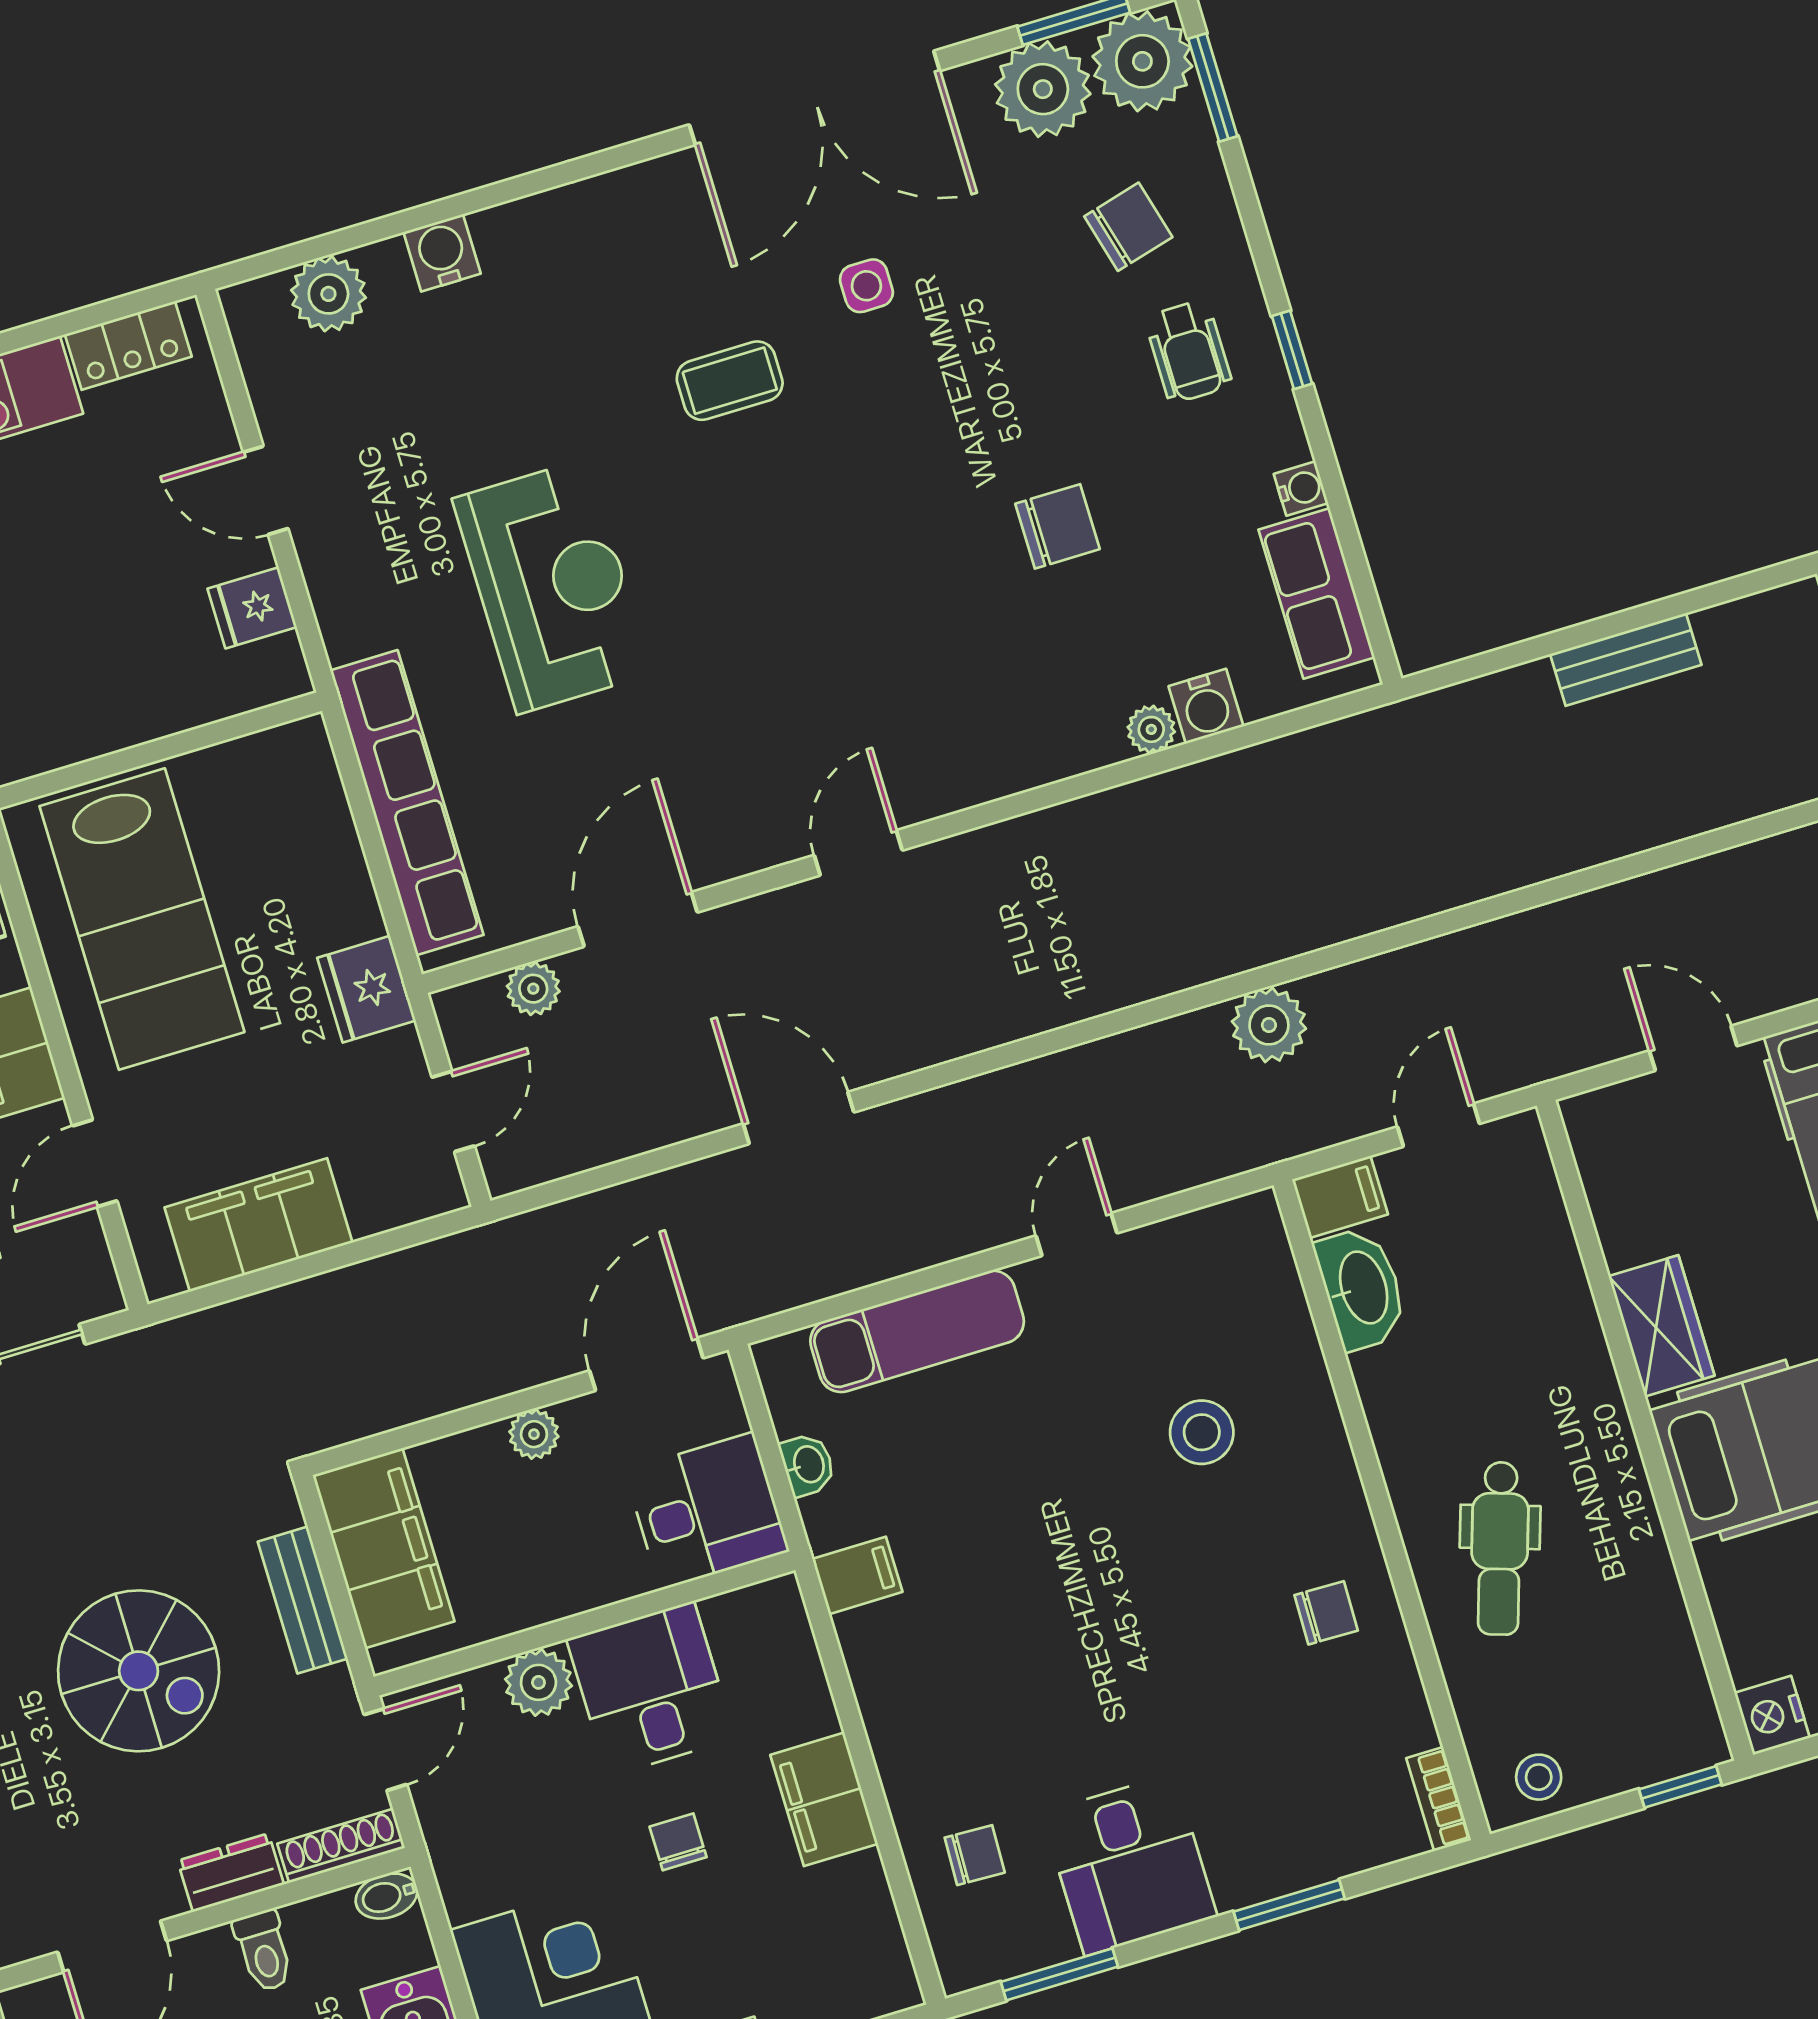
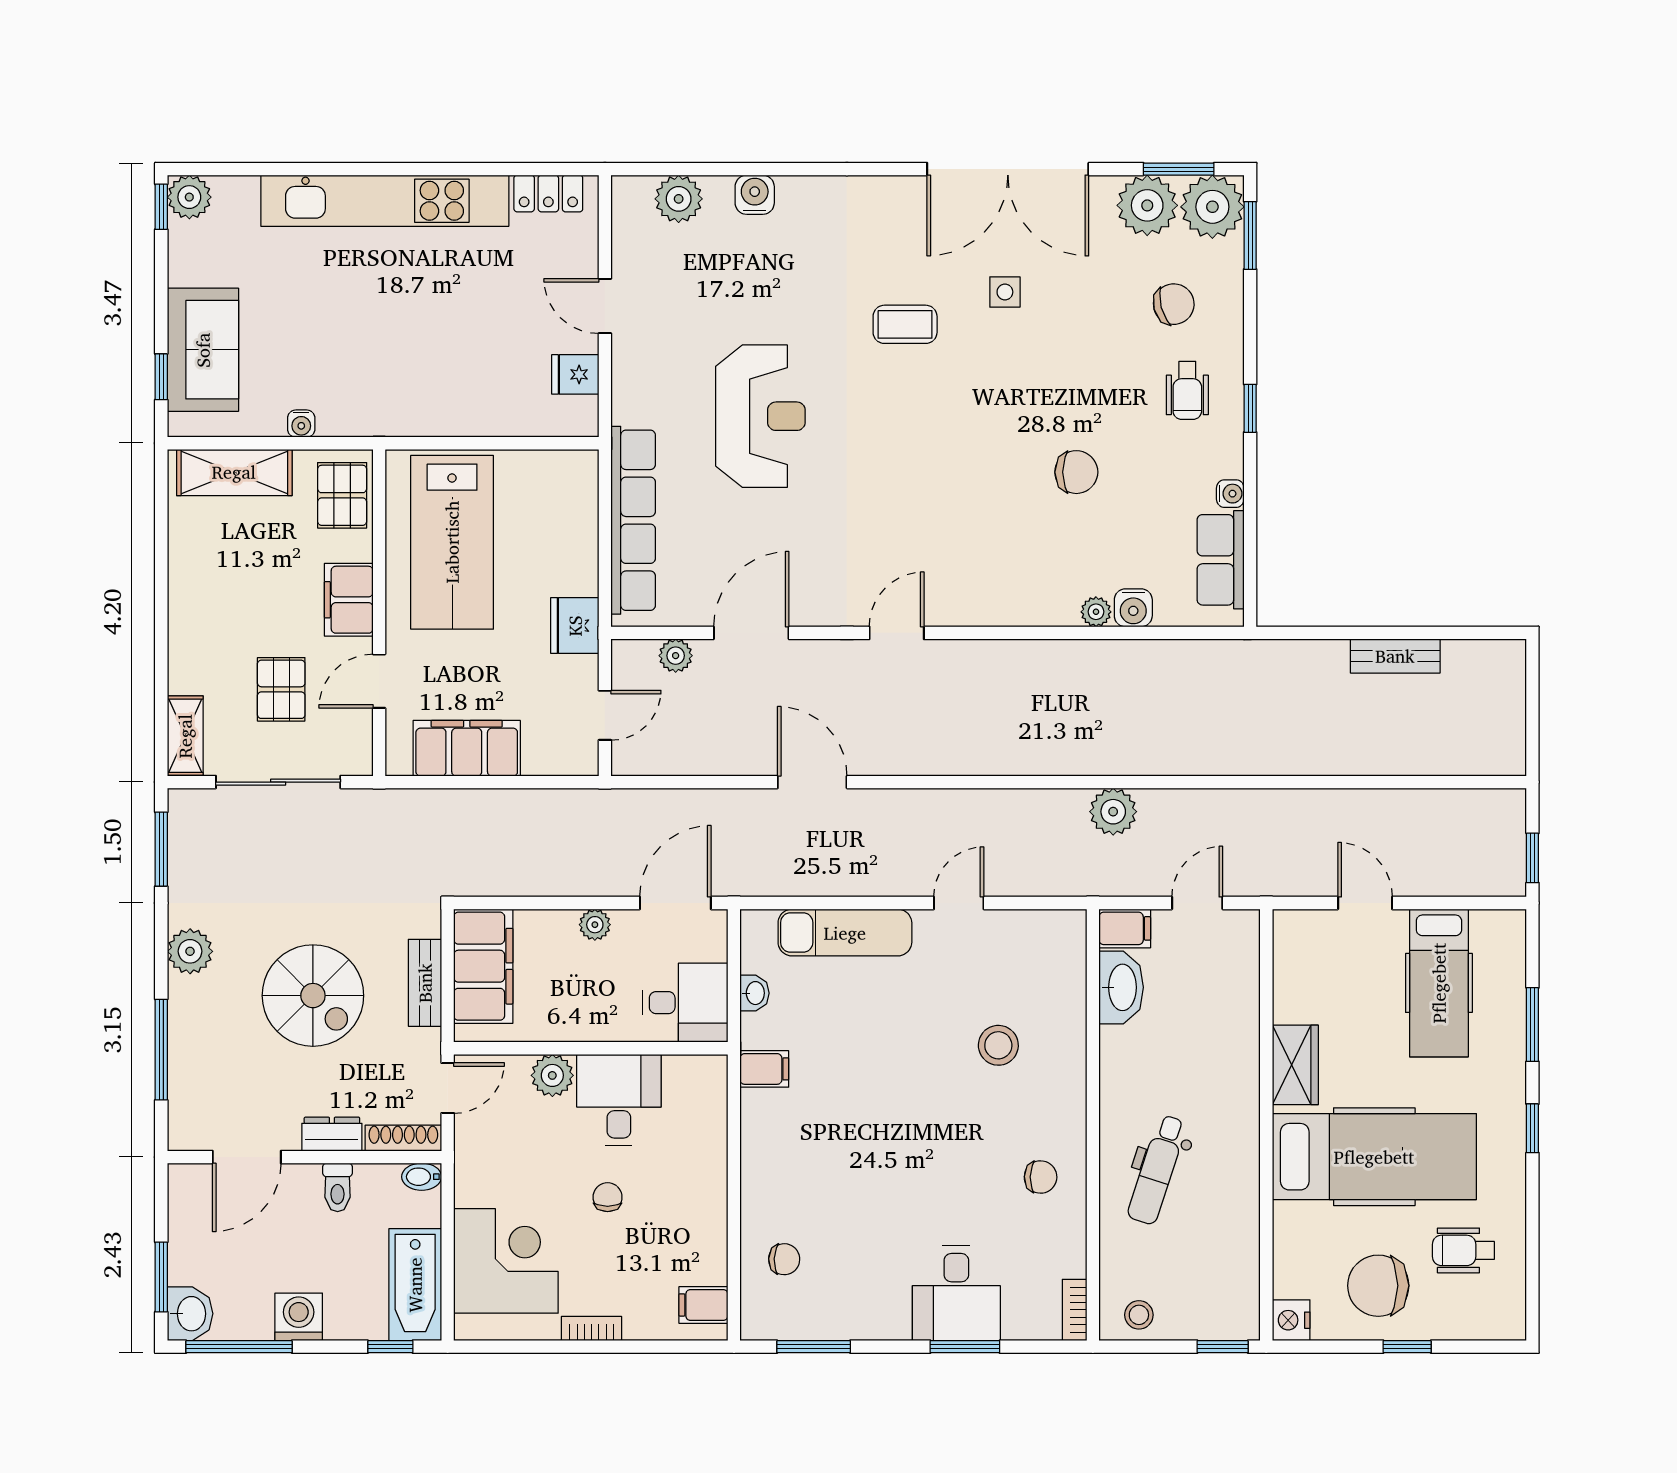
filing cabinet: (824, 1799) -> (703, 1305), moved, width x0.50
desk: (1130, 1865) -> (956, 1293), moved

